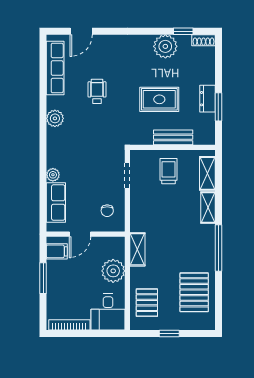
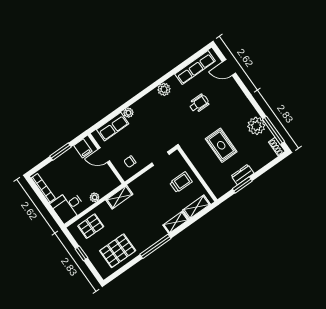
window: (183, 31) -> (273, 130), width x2.17
bench: (173, 137) -> (204, 170), removed
plant: (113, 271) -> (95, 197), width x0.53, depth x0.53

